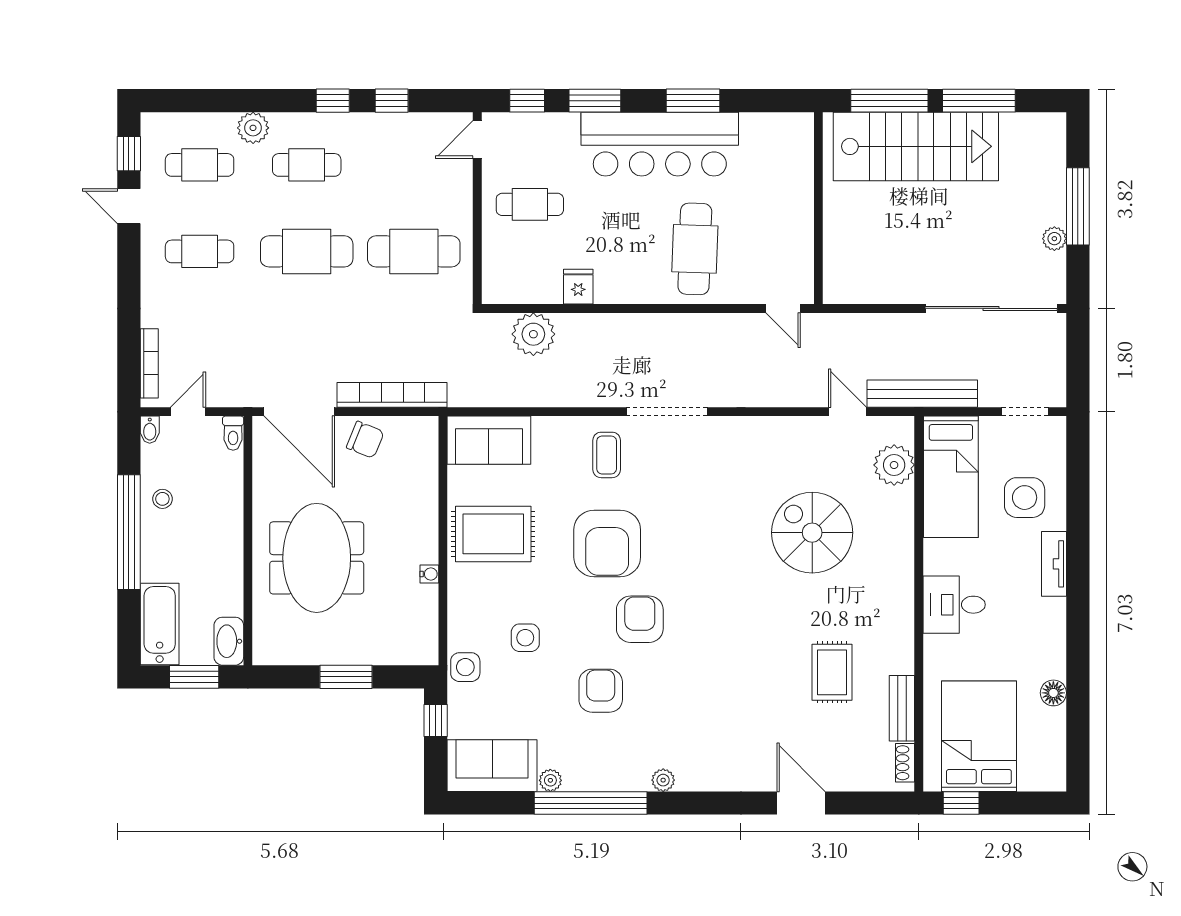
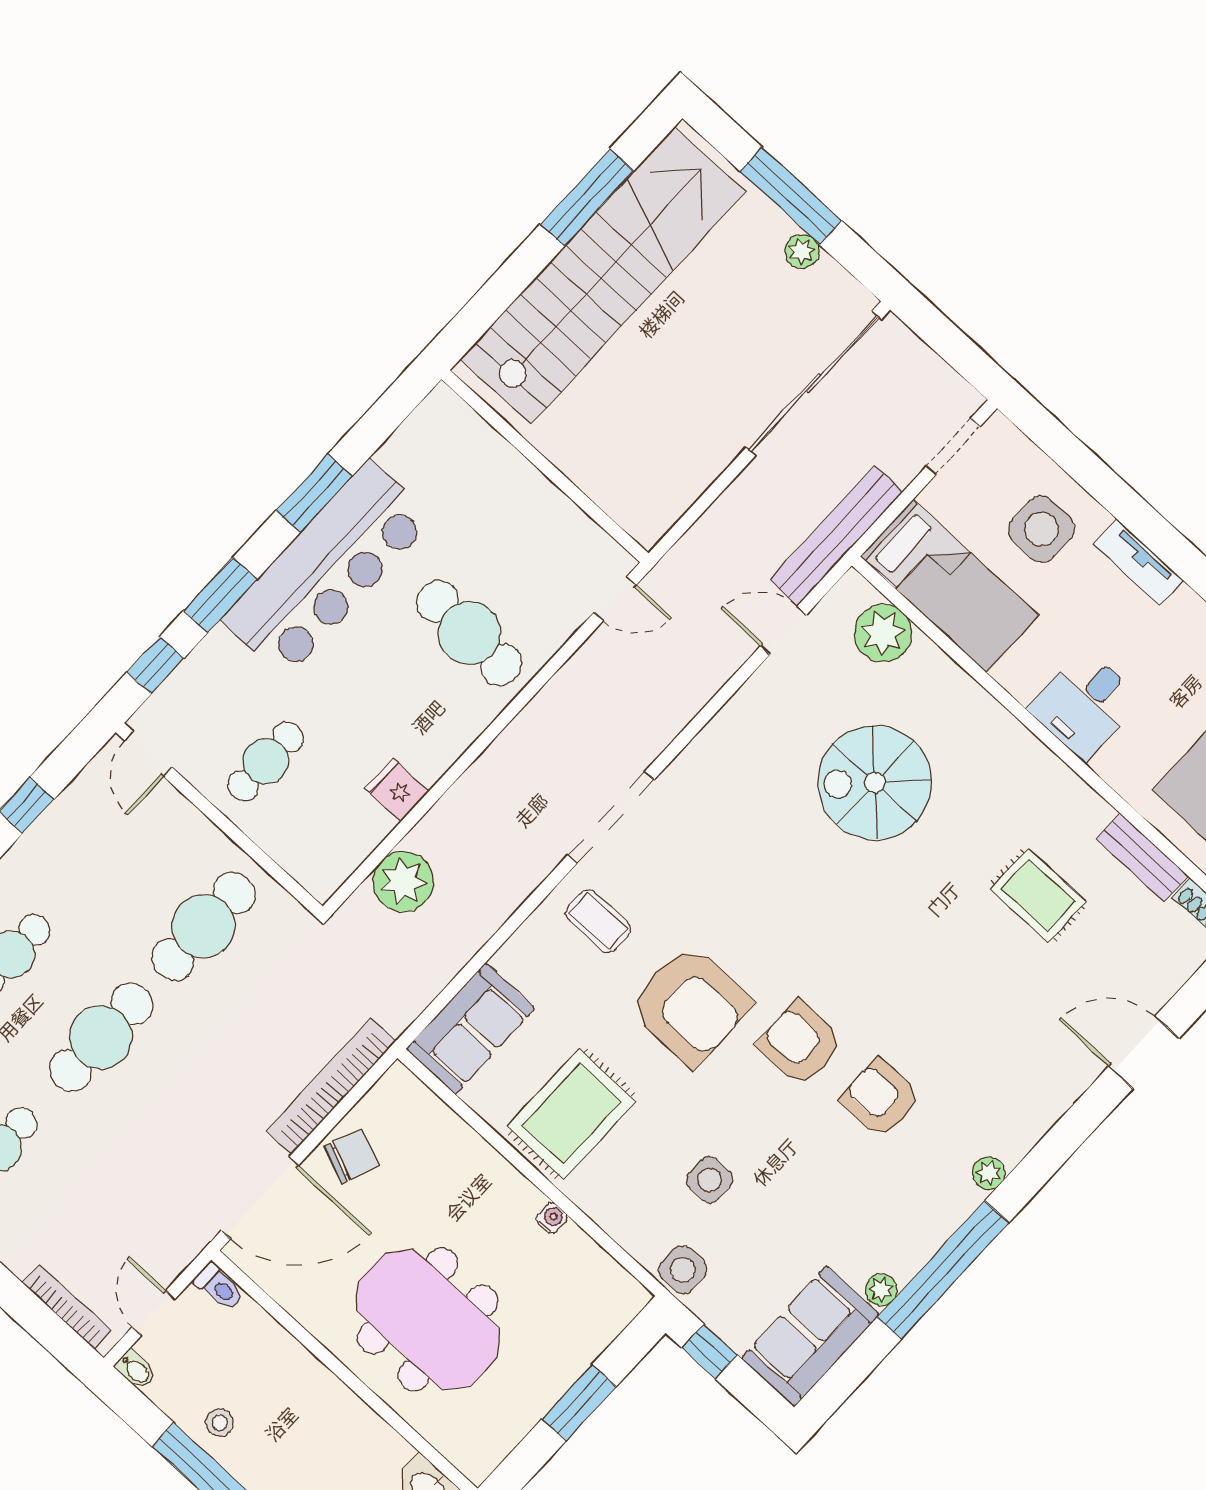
window: (889, 101) -> (502, 290), removed
stairs: (916, 146) -> (603, 275), width x1.36
armchair: (601, 691) -> (880, 1098), moved

